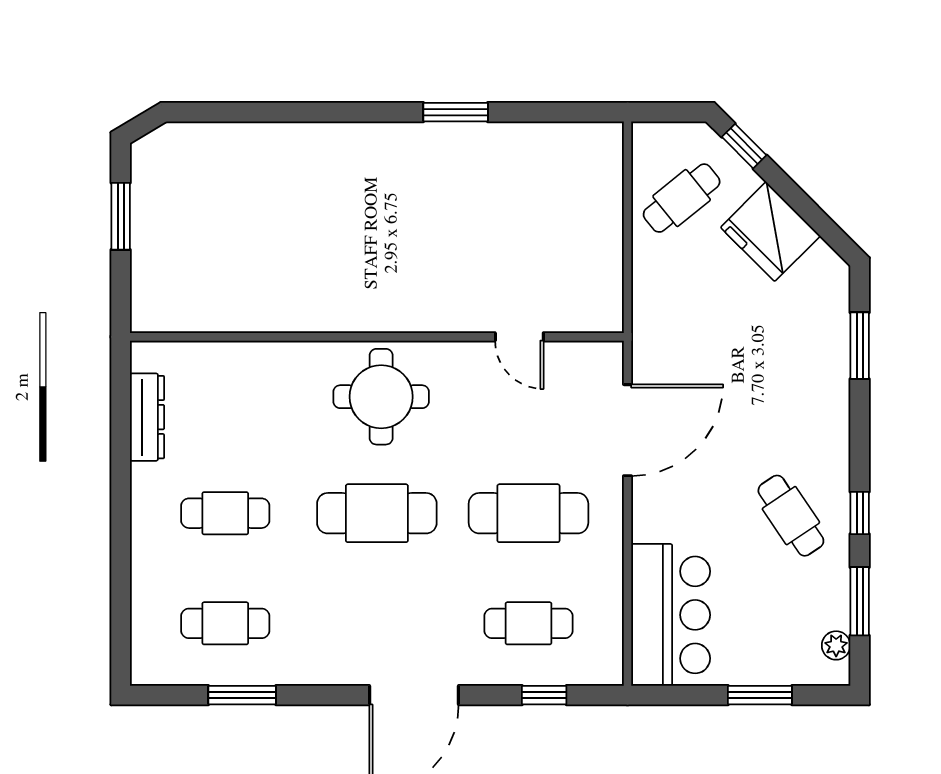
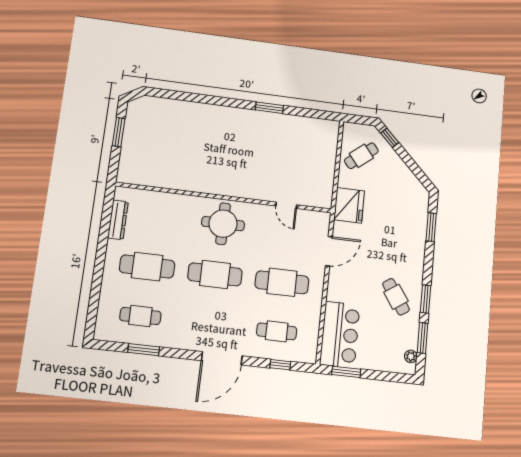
fridge: (770, 232) -> (349, 205), moved, turned -135
door: (628, 430) -> (329, 251), width x0.73
cafe table: (225, 513) -> (147, 267), width x1.37, depth x1.35
window: (860, 513) -> (426, 299), width x1.50
window: (760, 695) -> (346, 372), moved

